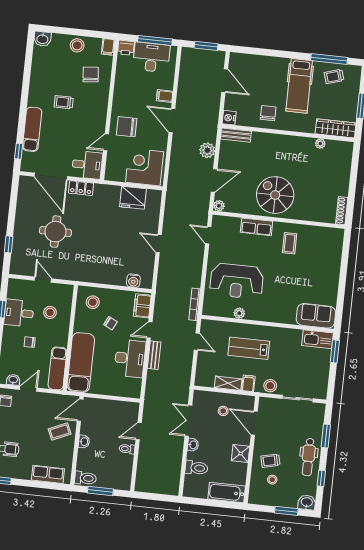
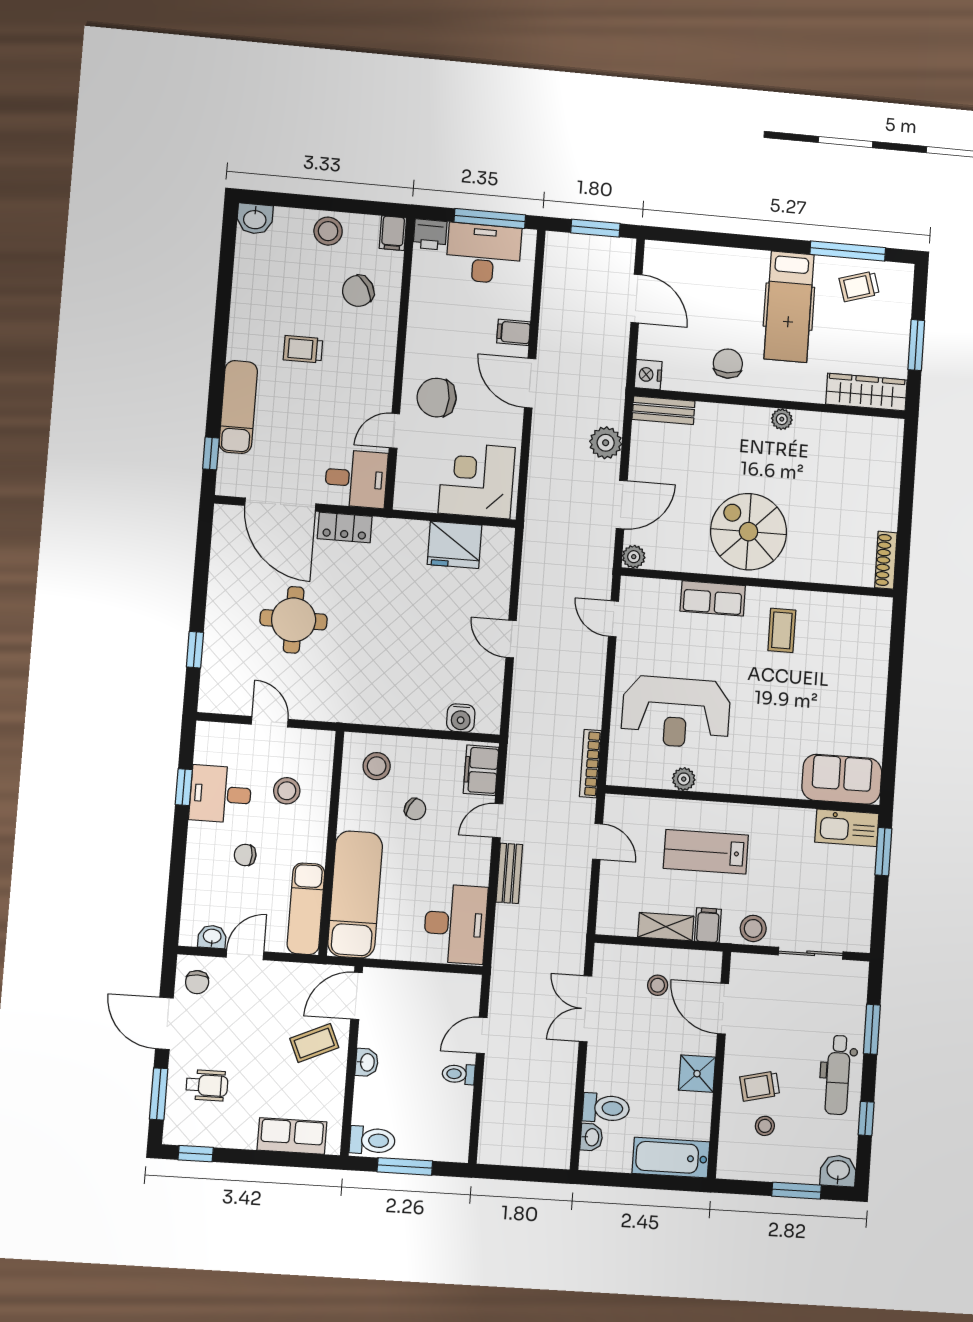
chair: (91, 75) -> (358, 291), turned -116
plant: (320, 144) -> (782, 419), moved
desk: (130, 358) -> (455, 924), moved
washbasin: (193, 445) -> (591, 1137), moved

